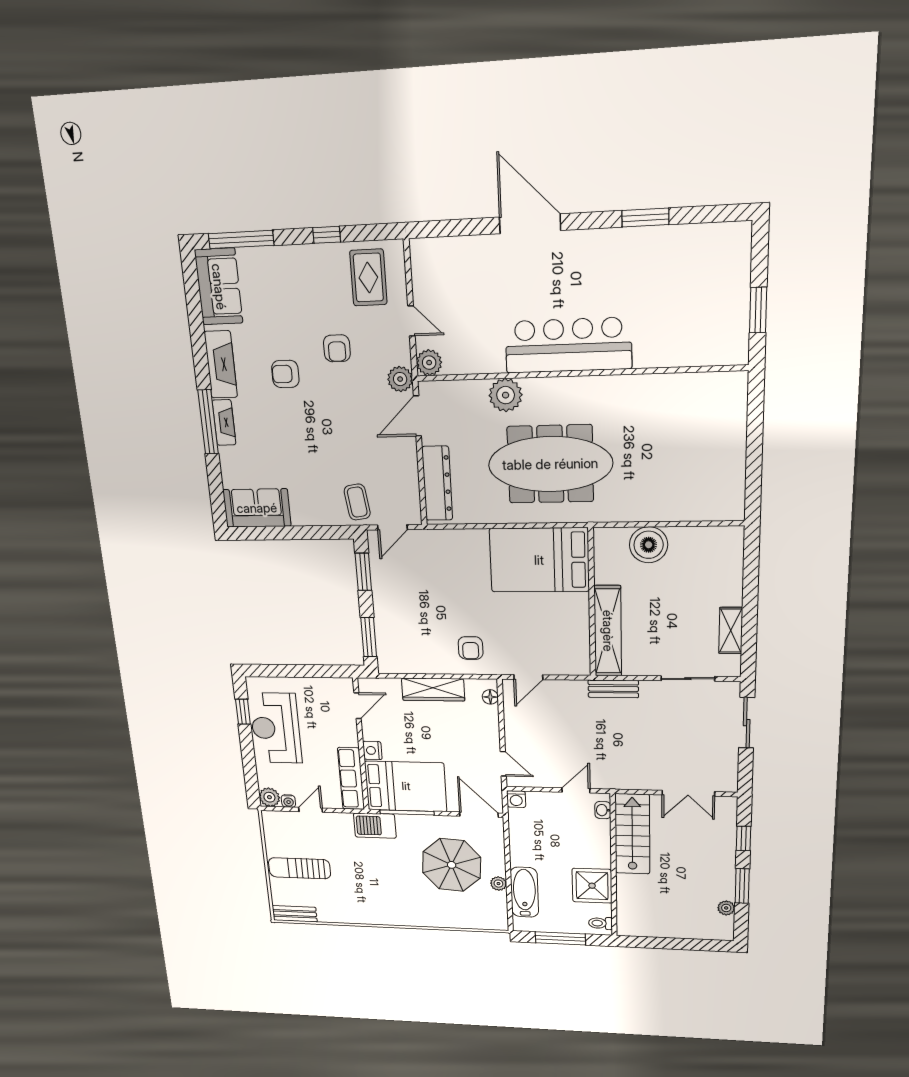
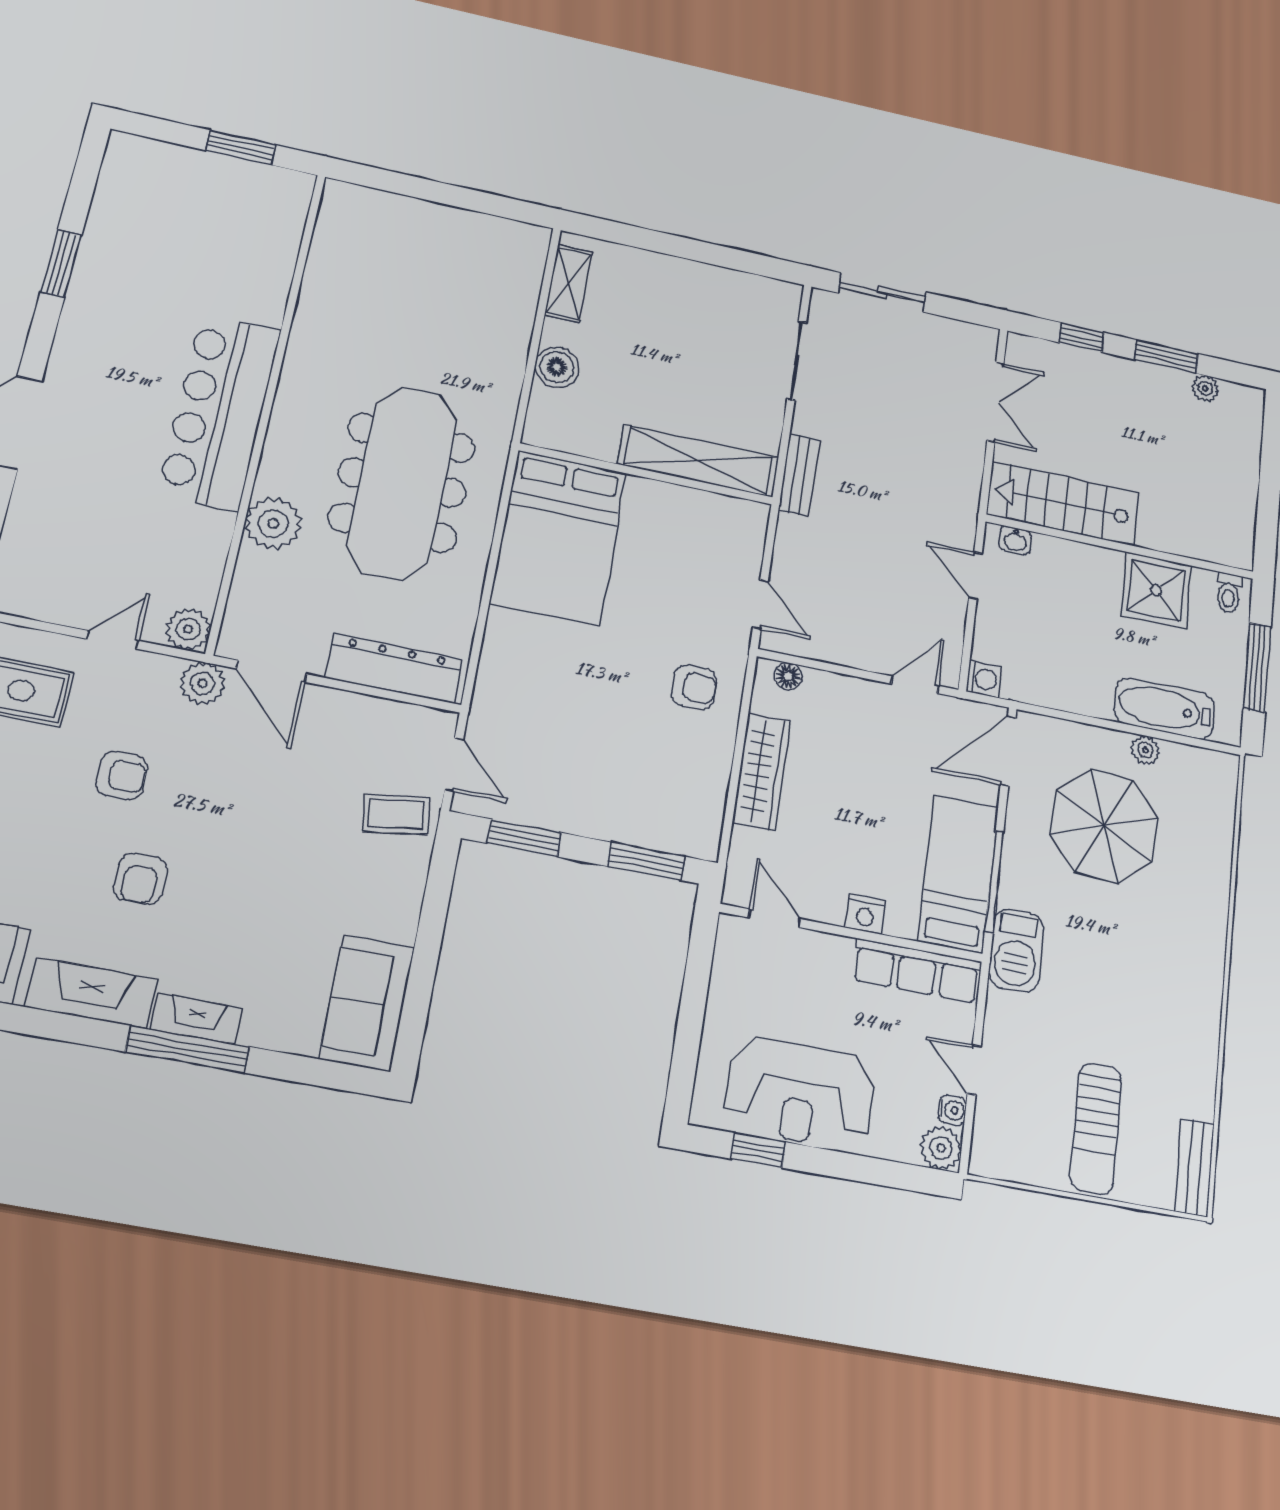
boiler: (649, 545) -> (557, 367), width x0.73, depth x0.73
shelving: (731, 631) -> (568, 284), moved, turned 90
bed: (406, 786) -> (958, 874), width x0.67

